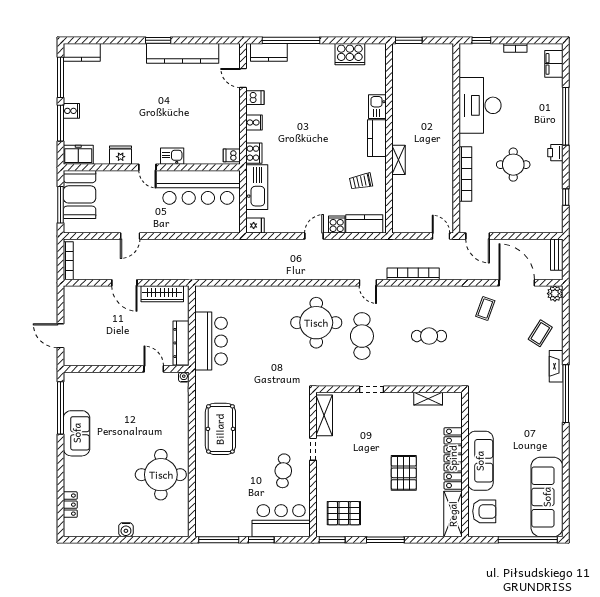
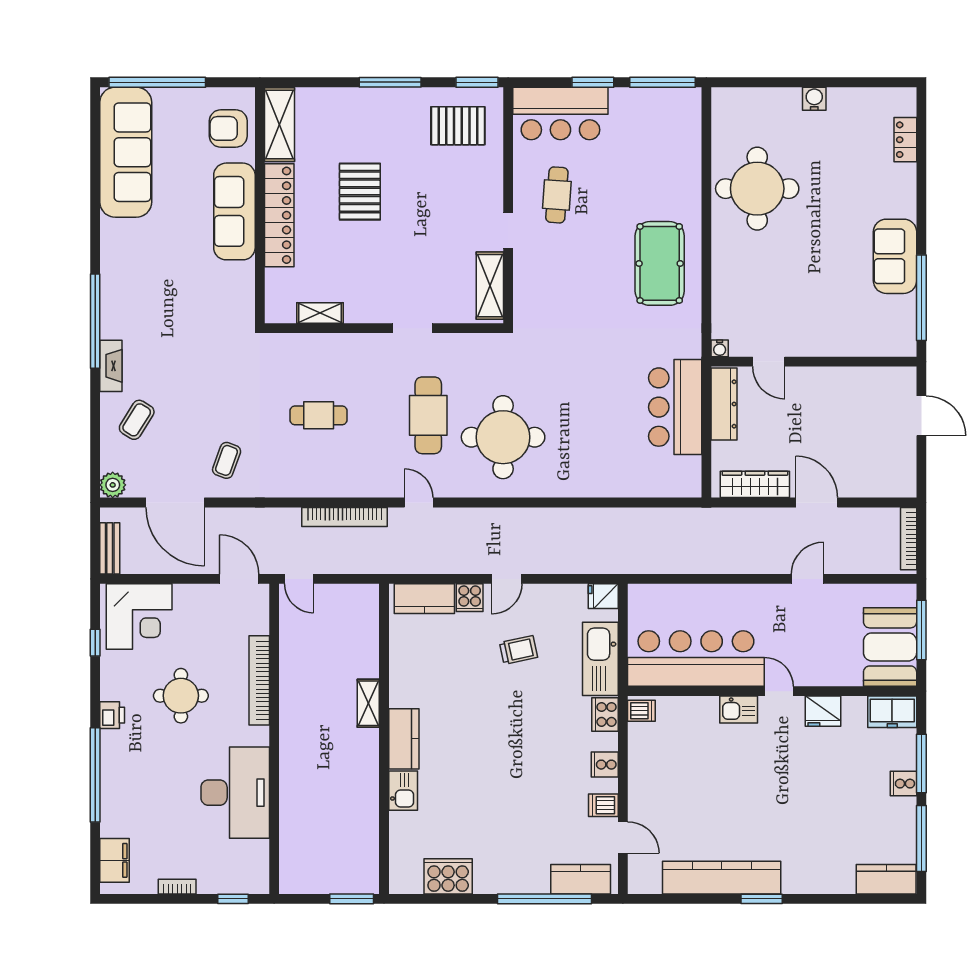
trolley: (361, 181) -> (519, 650), moved
corner desk: (539, 213) -> (139, 617), added

